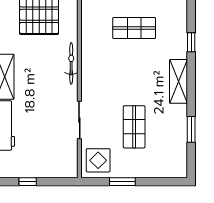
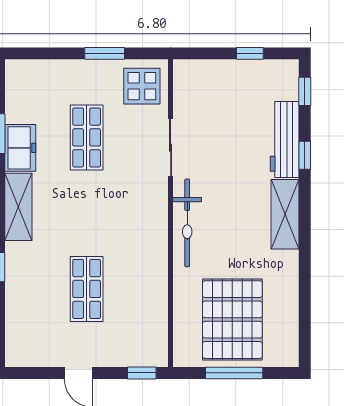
shop shelf: (134, 28) -> (87, 289), turned 90
bicycle: (71, 63) -> (187, 223), width x1.37, depth x1.40
freezer: (177, 120) -> (20, 148), added

